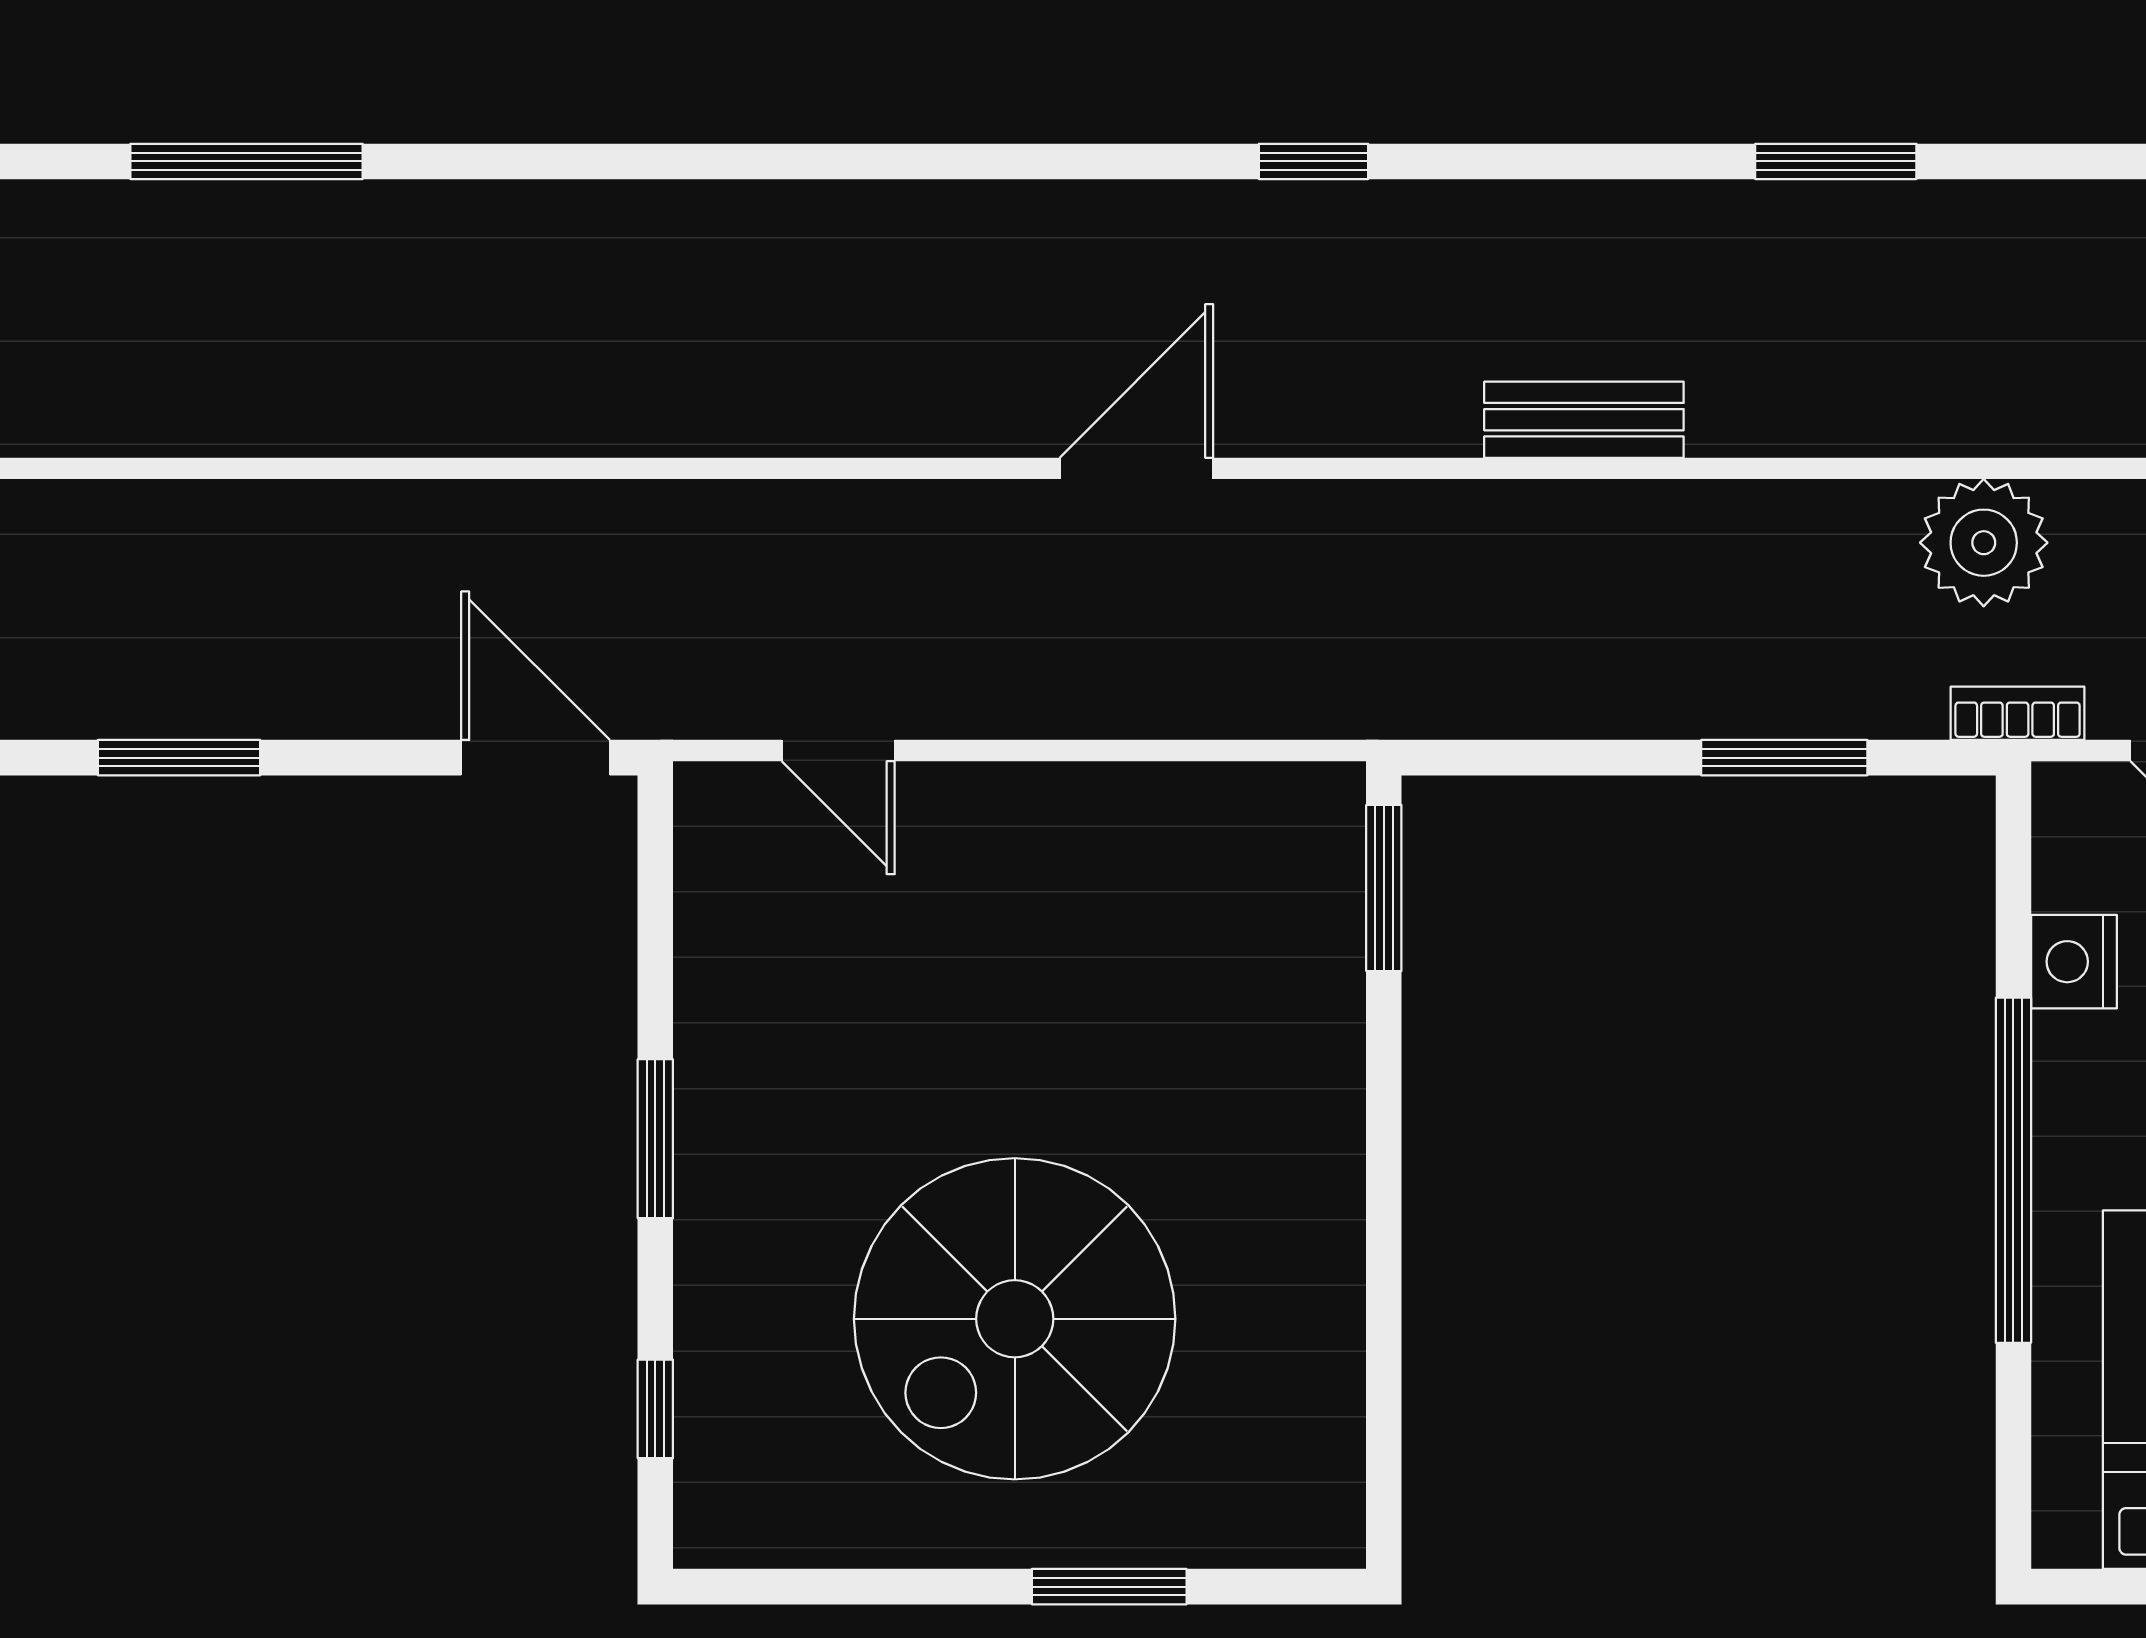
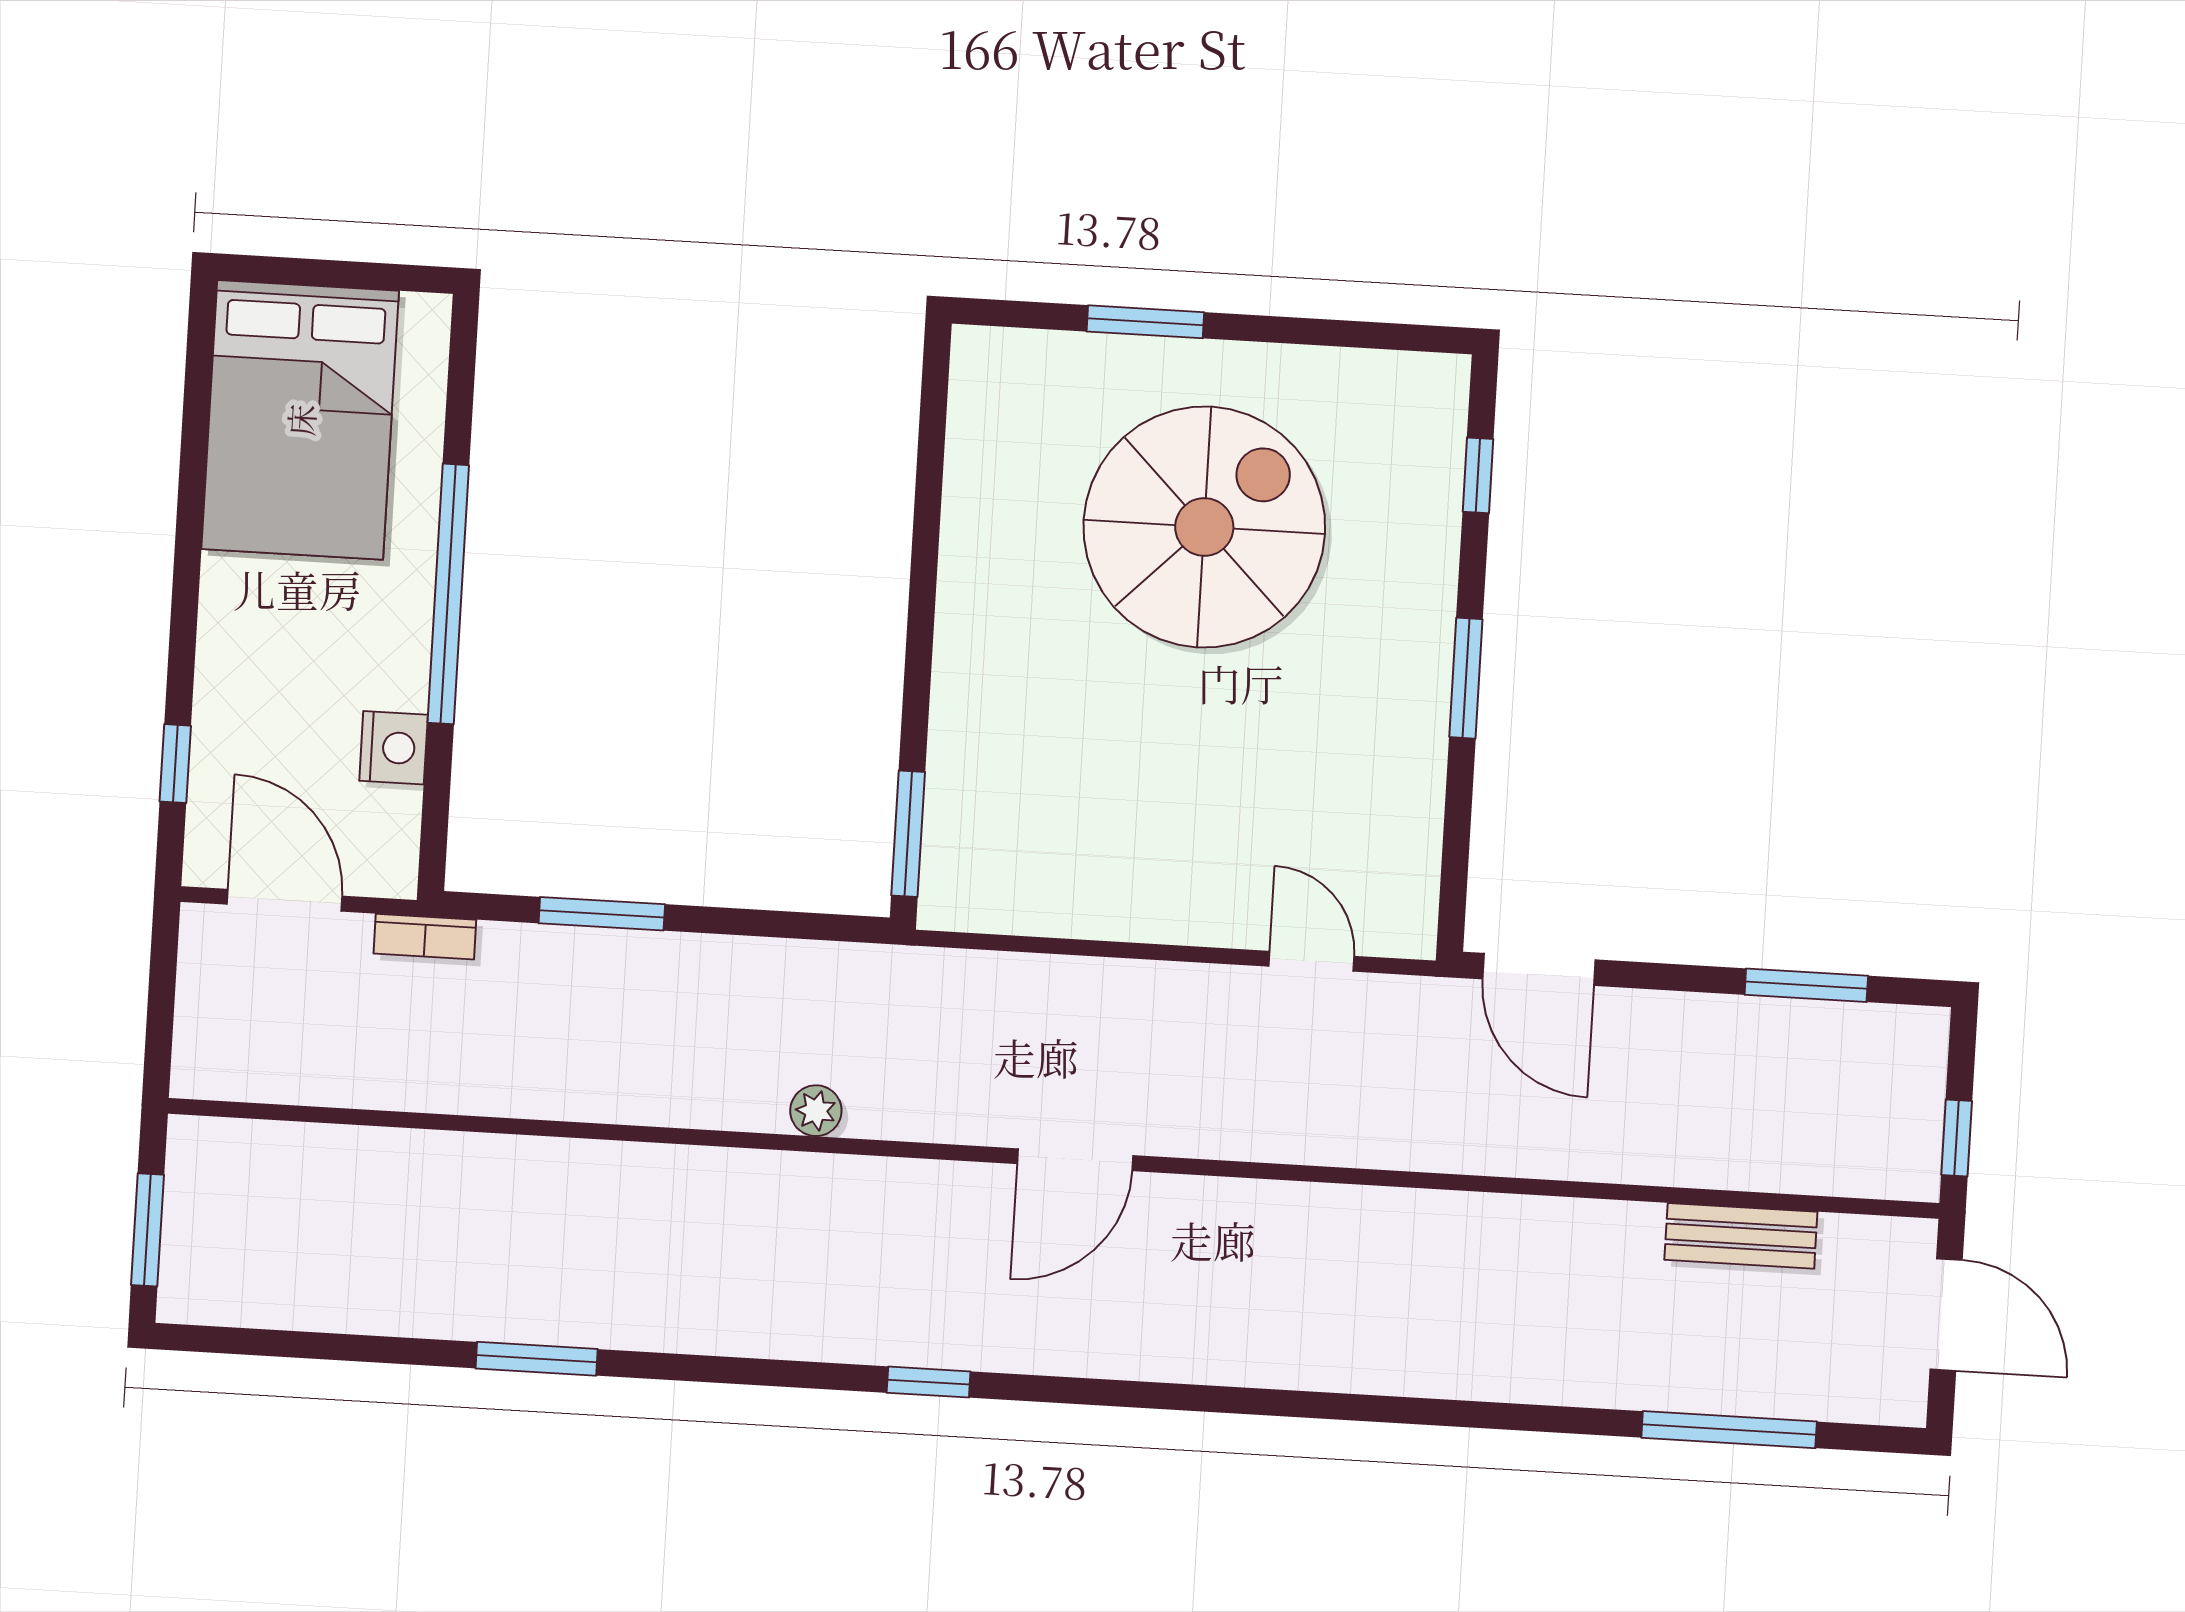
bench: (1584, 420) -> (1741, 1236), moved
plant: (1984, 543) -> (816, 1111), moved, width x0.53, depth x0.53

